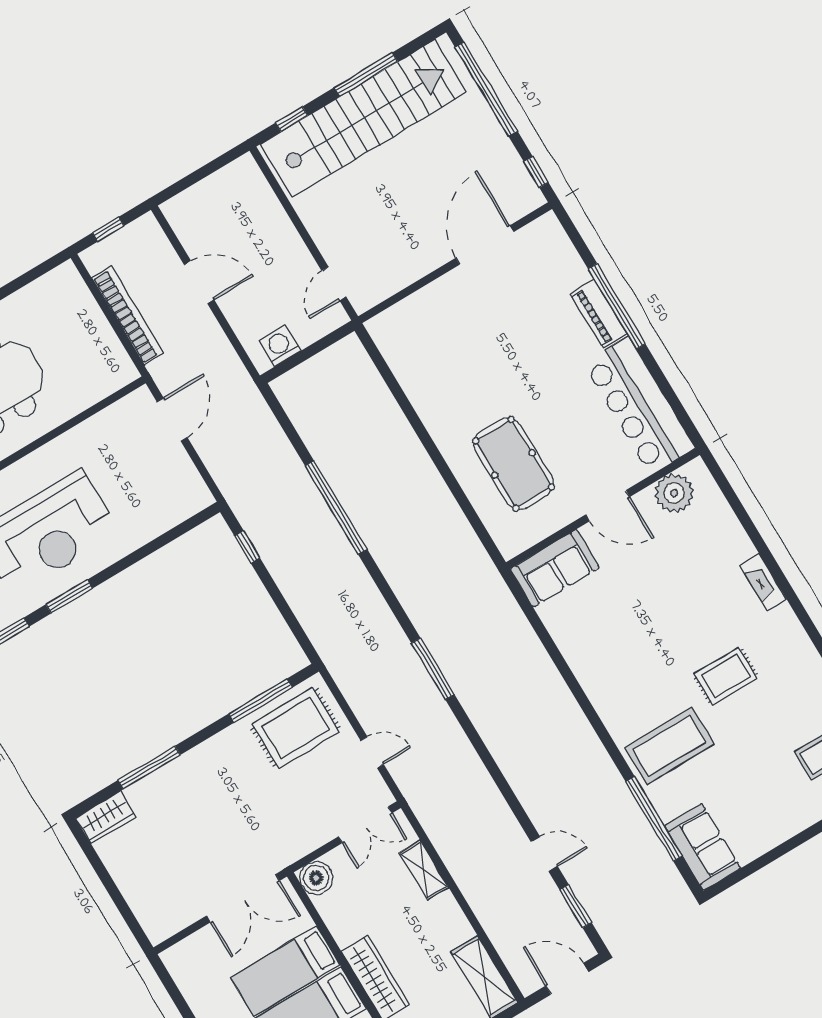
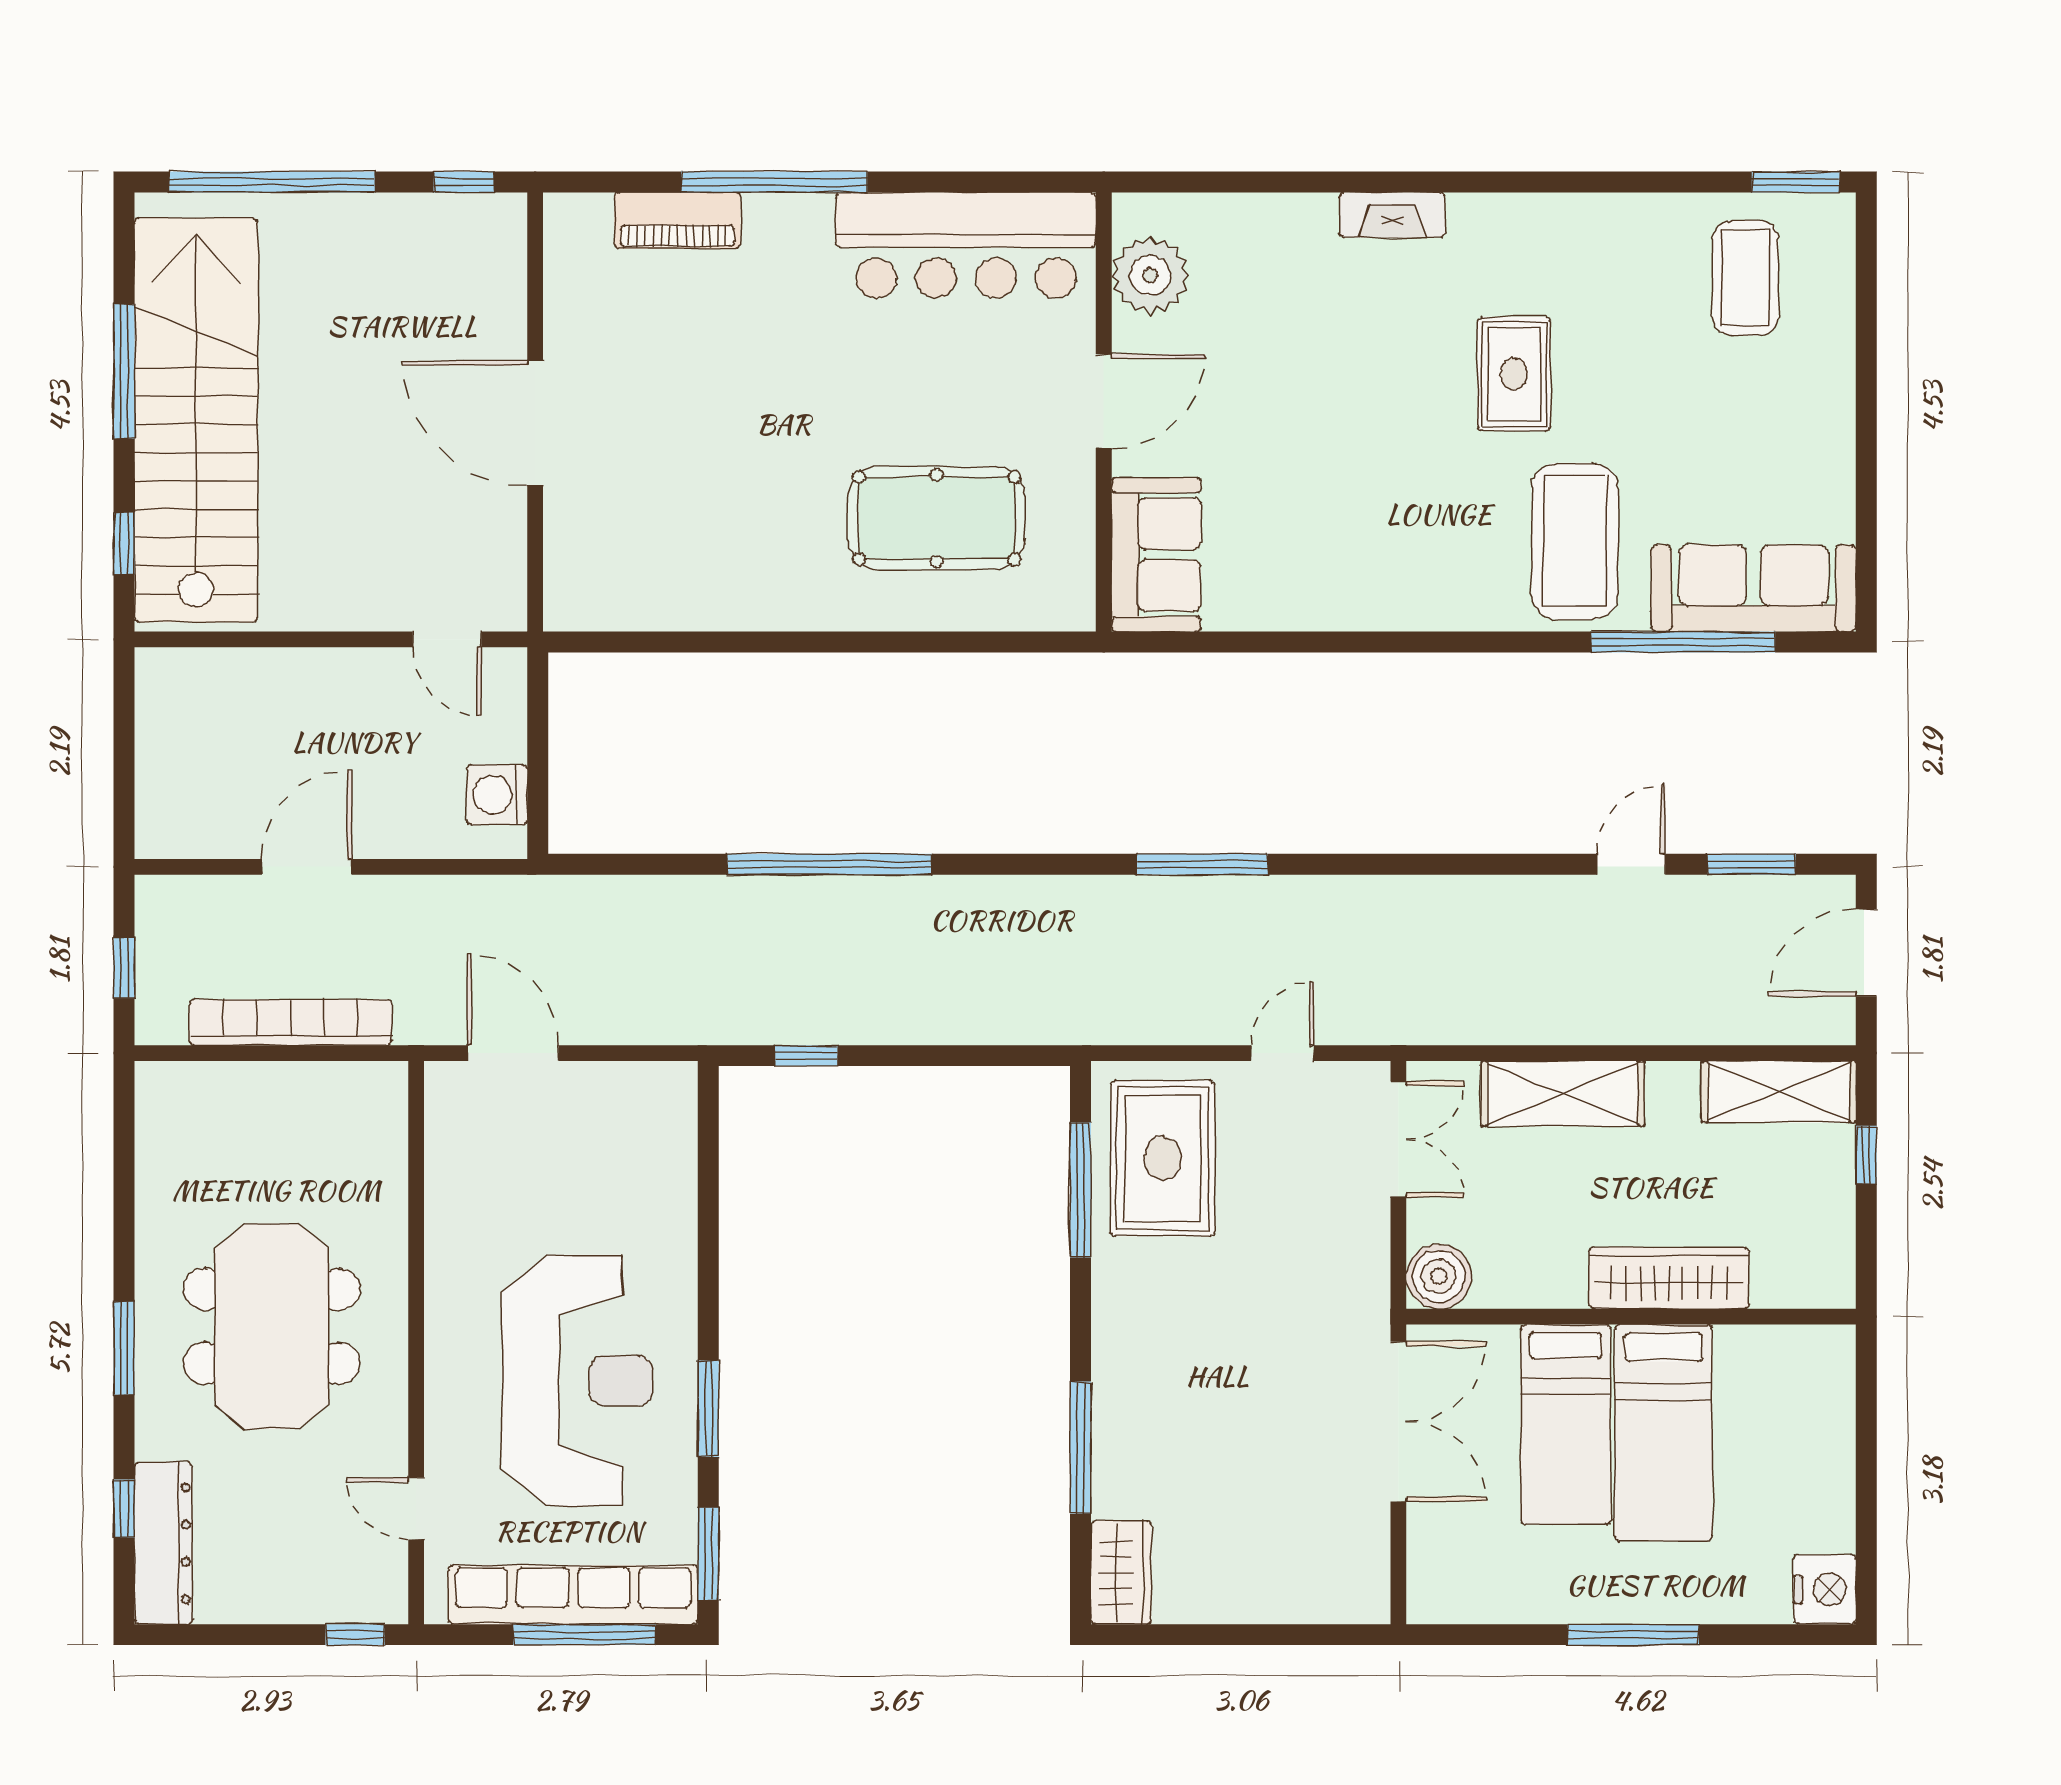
door: (485, 245) -> (535, 423), moved
piano: (599, 314) -> (677, 220), moved
sofa: (703, 847) -> (1754, 588), width x1.36
shelving: (424, 870) -> (1563, 1093), width x1.50, depth x1.33

